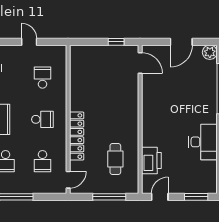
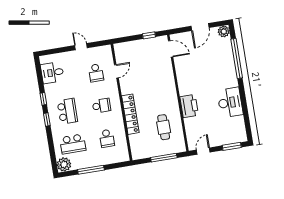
school desk: (42, 78) -> (96, 73), turned 180
printer: (151, 160) -> (189, 106), moved
door: (68, 180) -> (116, 71), moved

